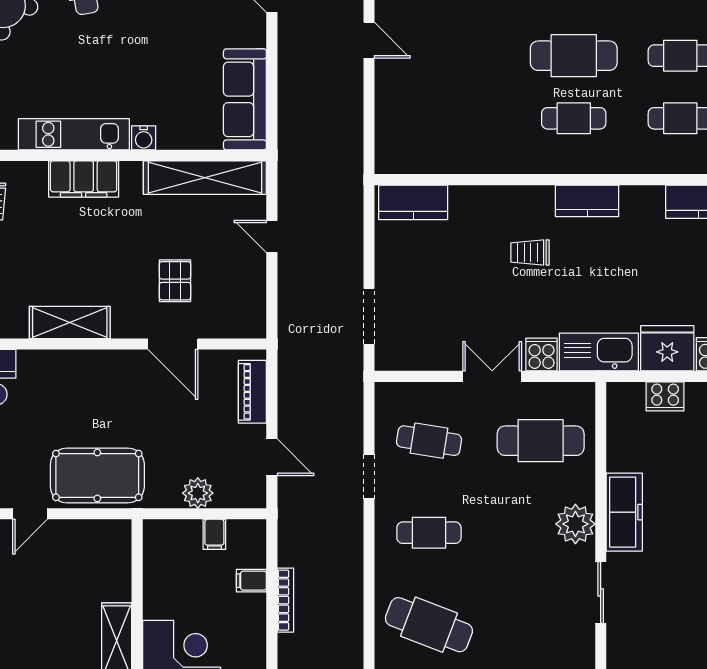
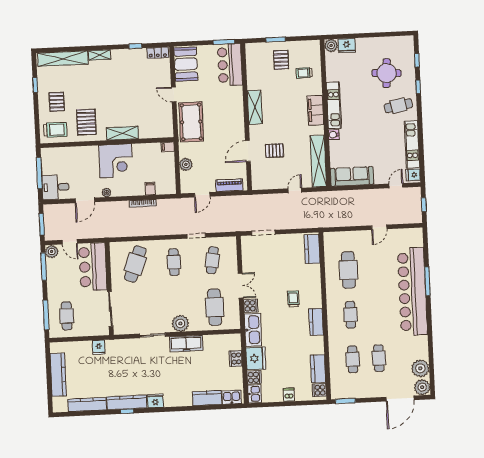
cafe table: (574, 56) -> (348, 270), moved
filing cabinet: (214, 534) -> (168, 147), moved

